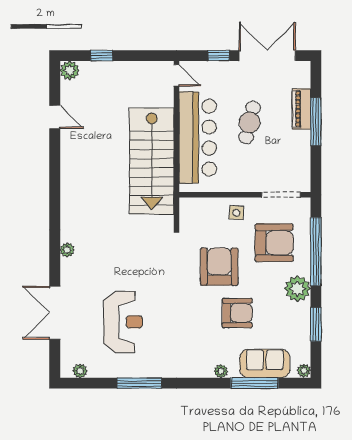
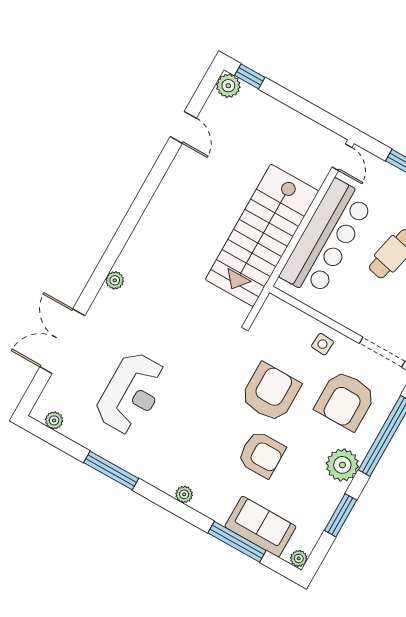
window: (102, 56) -> (250, 76), moved
armchair: (274, 243) -> (345, 400), turned 90
plant: (221, 371) -> (184, 494), moved

